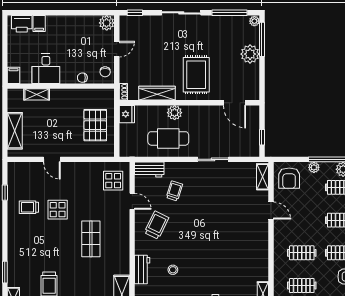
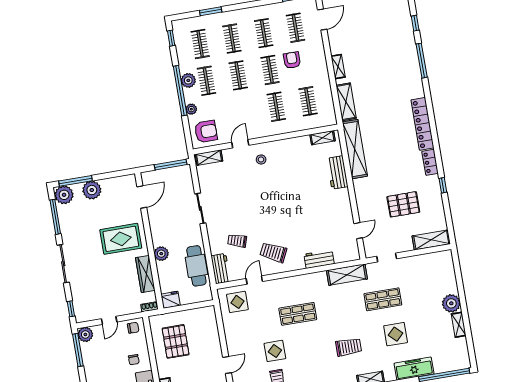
window: (92, 13) -> (78, 350), added
plant: (254, 21) -> (64, 195), width x1.88, depth x1.88
door: (117, 49) -> (109, 320), swing flipped
chair: (82, 78) -> (134, 360), moved
pallet: (95, 125) -> (176, 341), moved, turned 90
window: (262, 137) -> (171, 165), width x2.17
cafe table: (168, 138) -> (196, 266), moved
stool: (173, 270) -> (261, 159), moved

